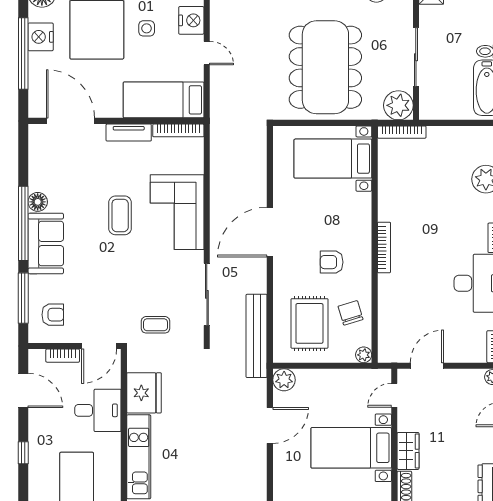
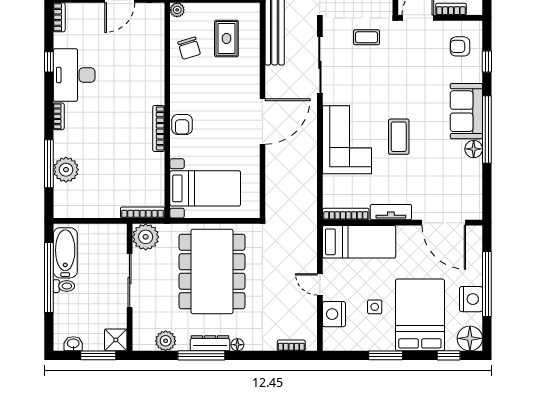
bookcase: (384, 247) -> (159, 128), moved
armchair: (332, 262) -> (182, 124), moved, turned 90
window: (23, 298) -> (487, 61), width x0.46
rug: (309, 323) -> (226, 38), width x0.73, depth x0.70

